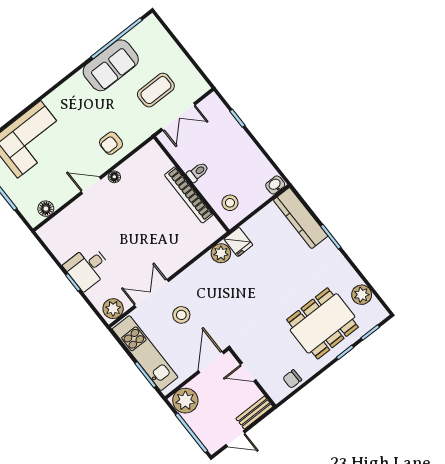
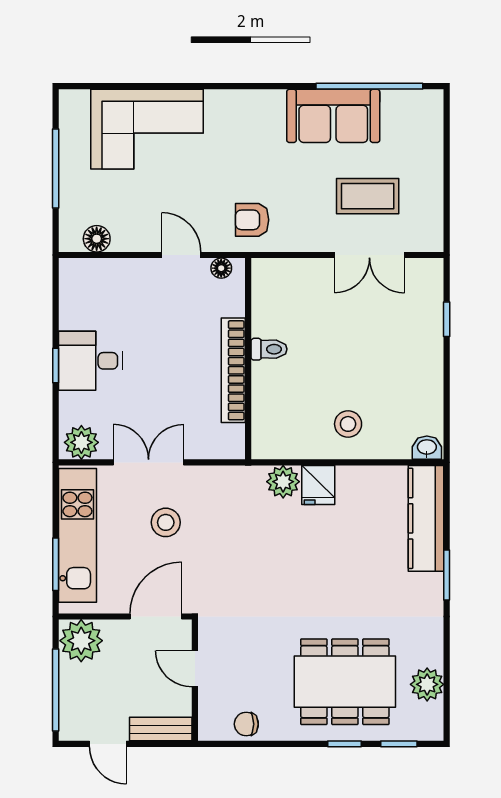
toilet: (198, 172) -> (269, 349), moved
wall: (191, 184) -> (248, 359), moved
bookcase: (189, 195) -> (233, 370), moved

